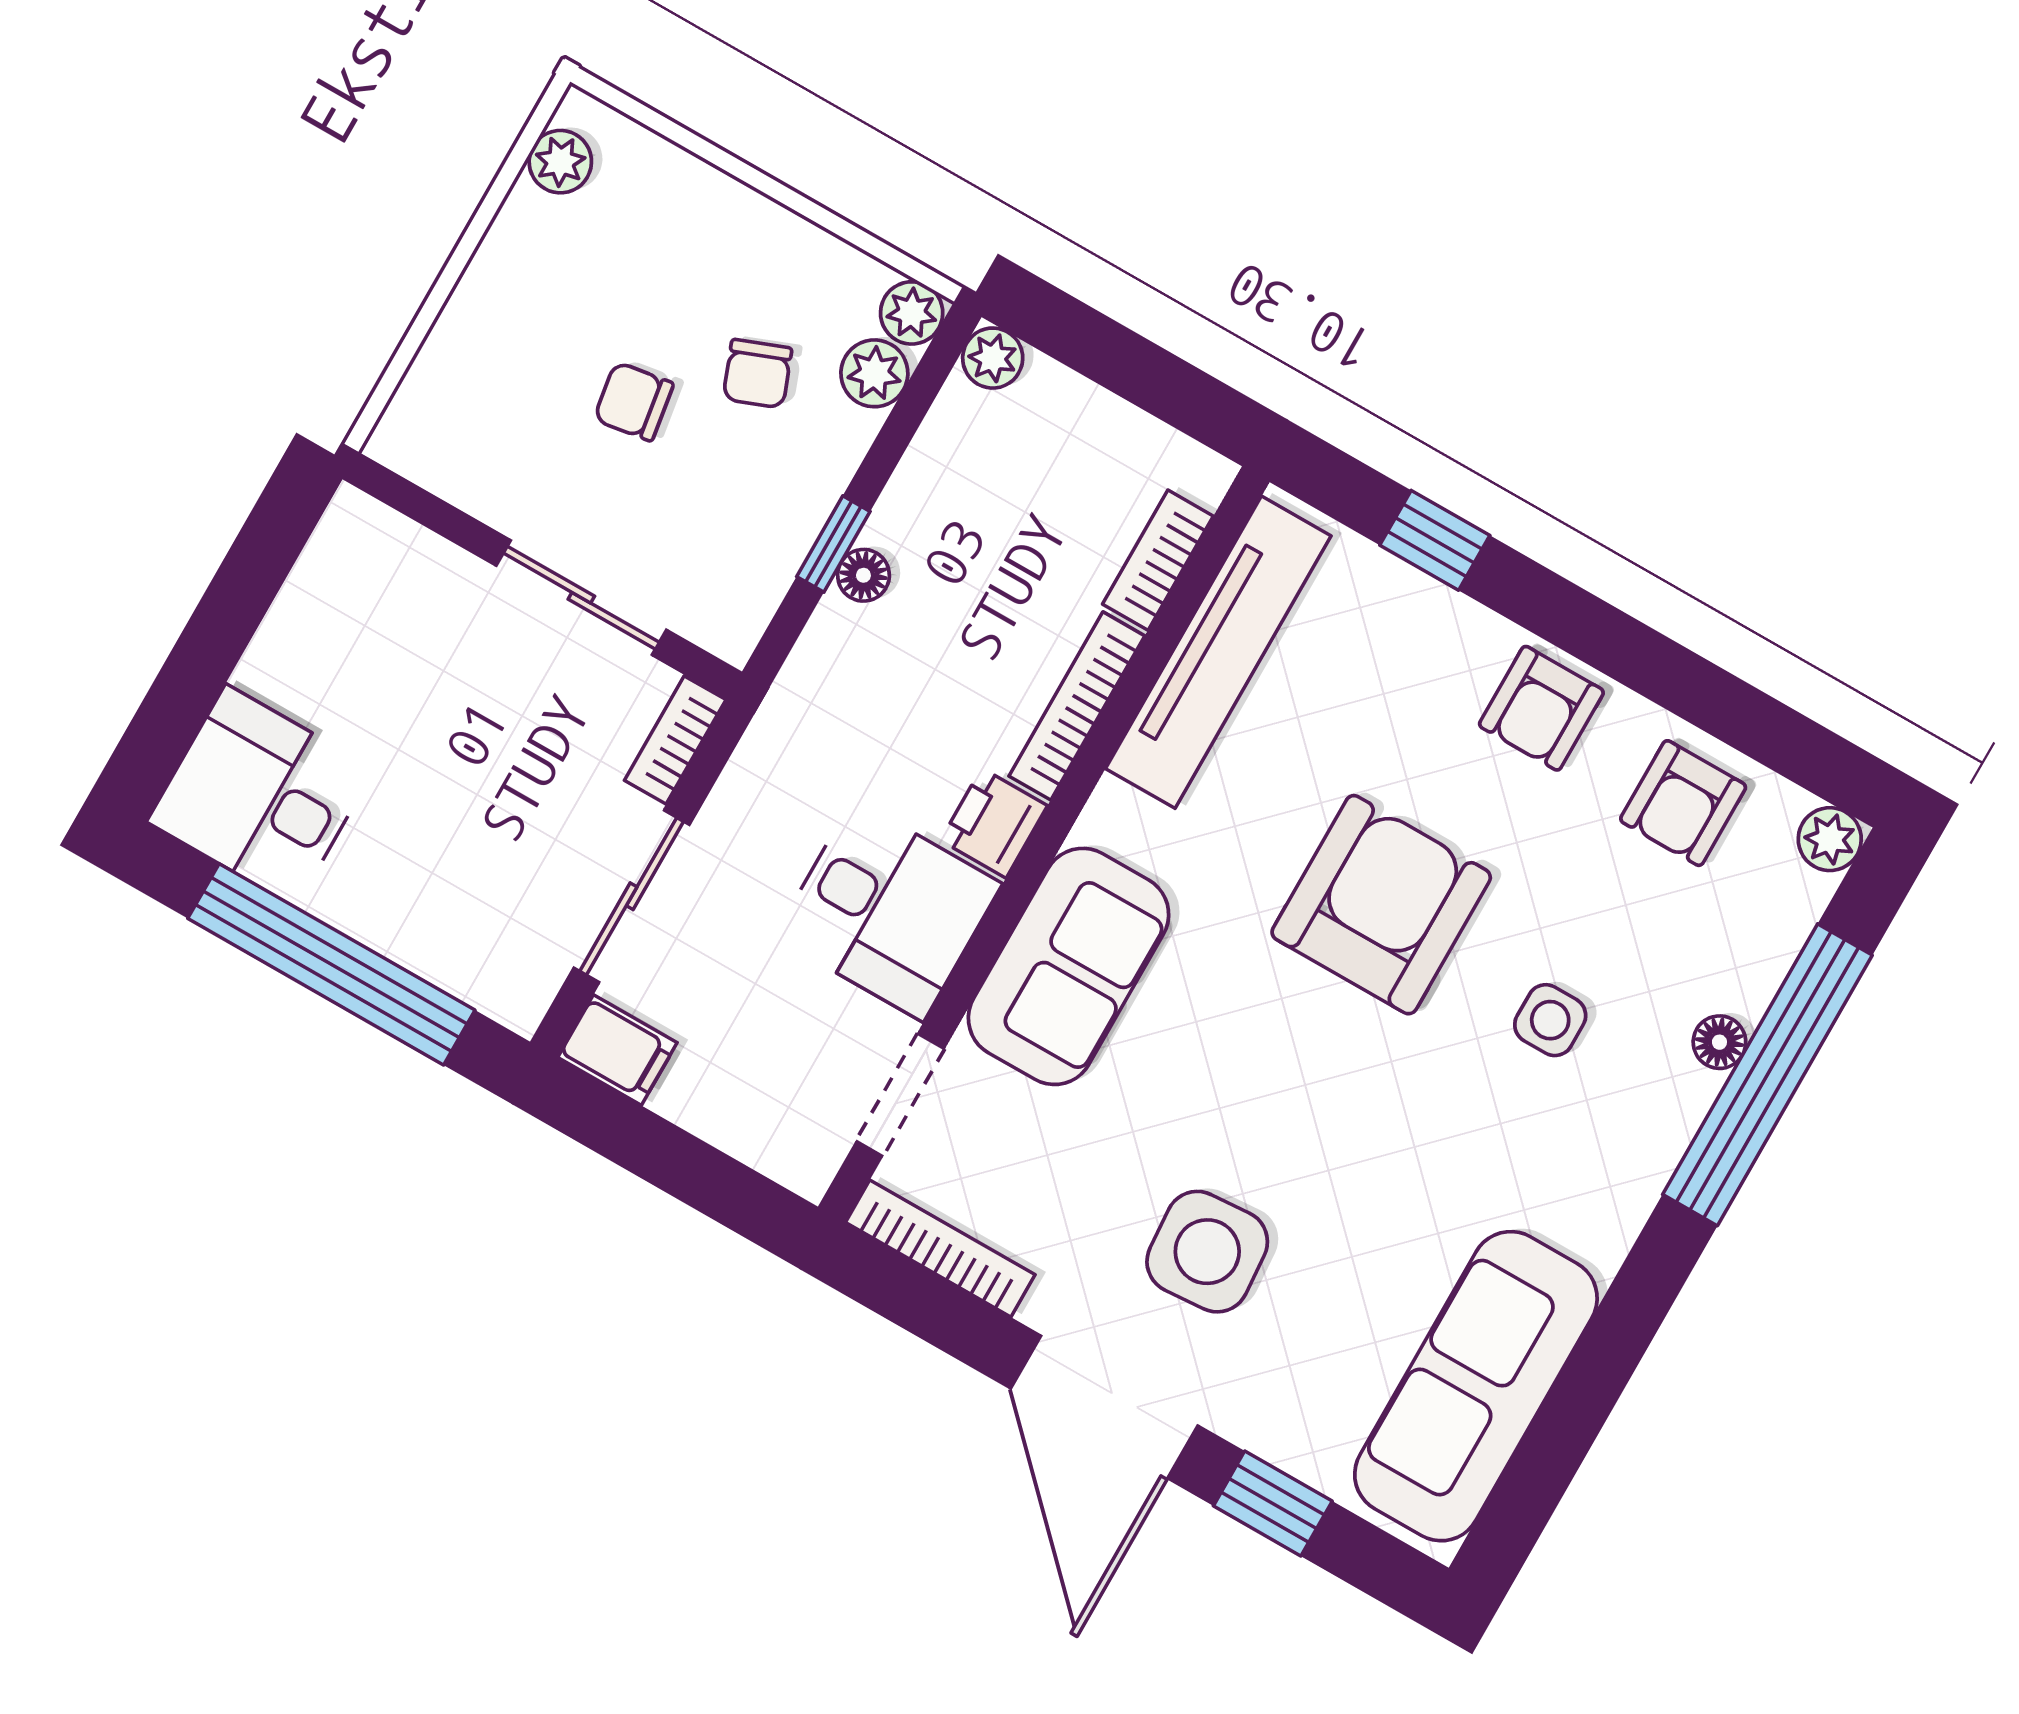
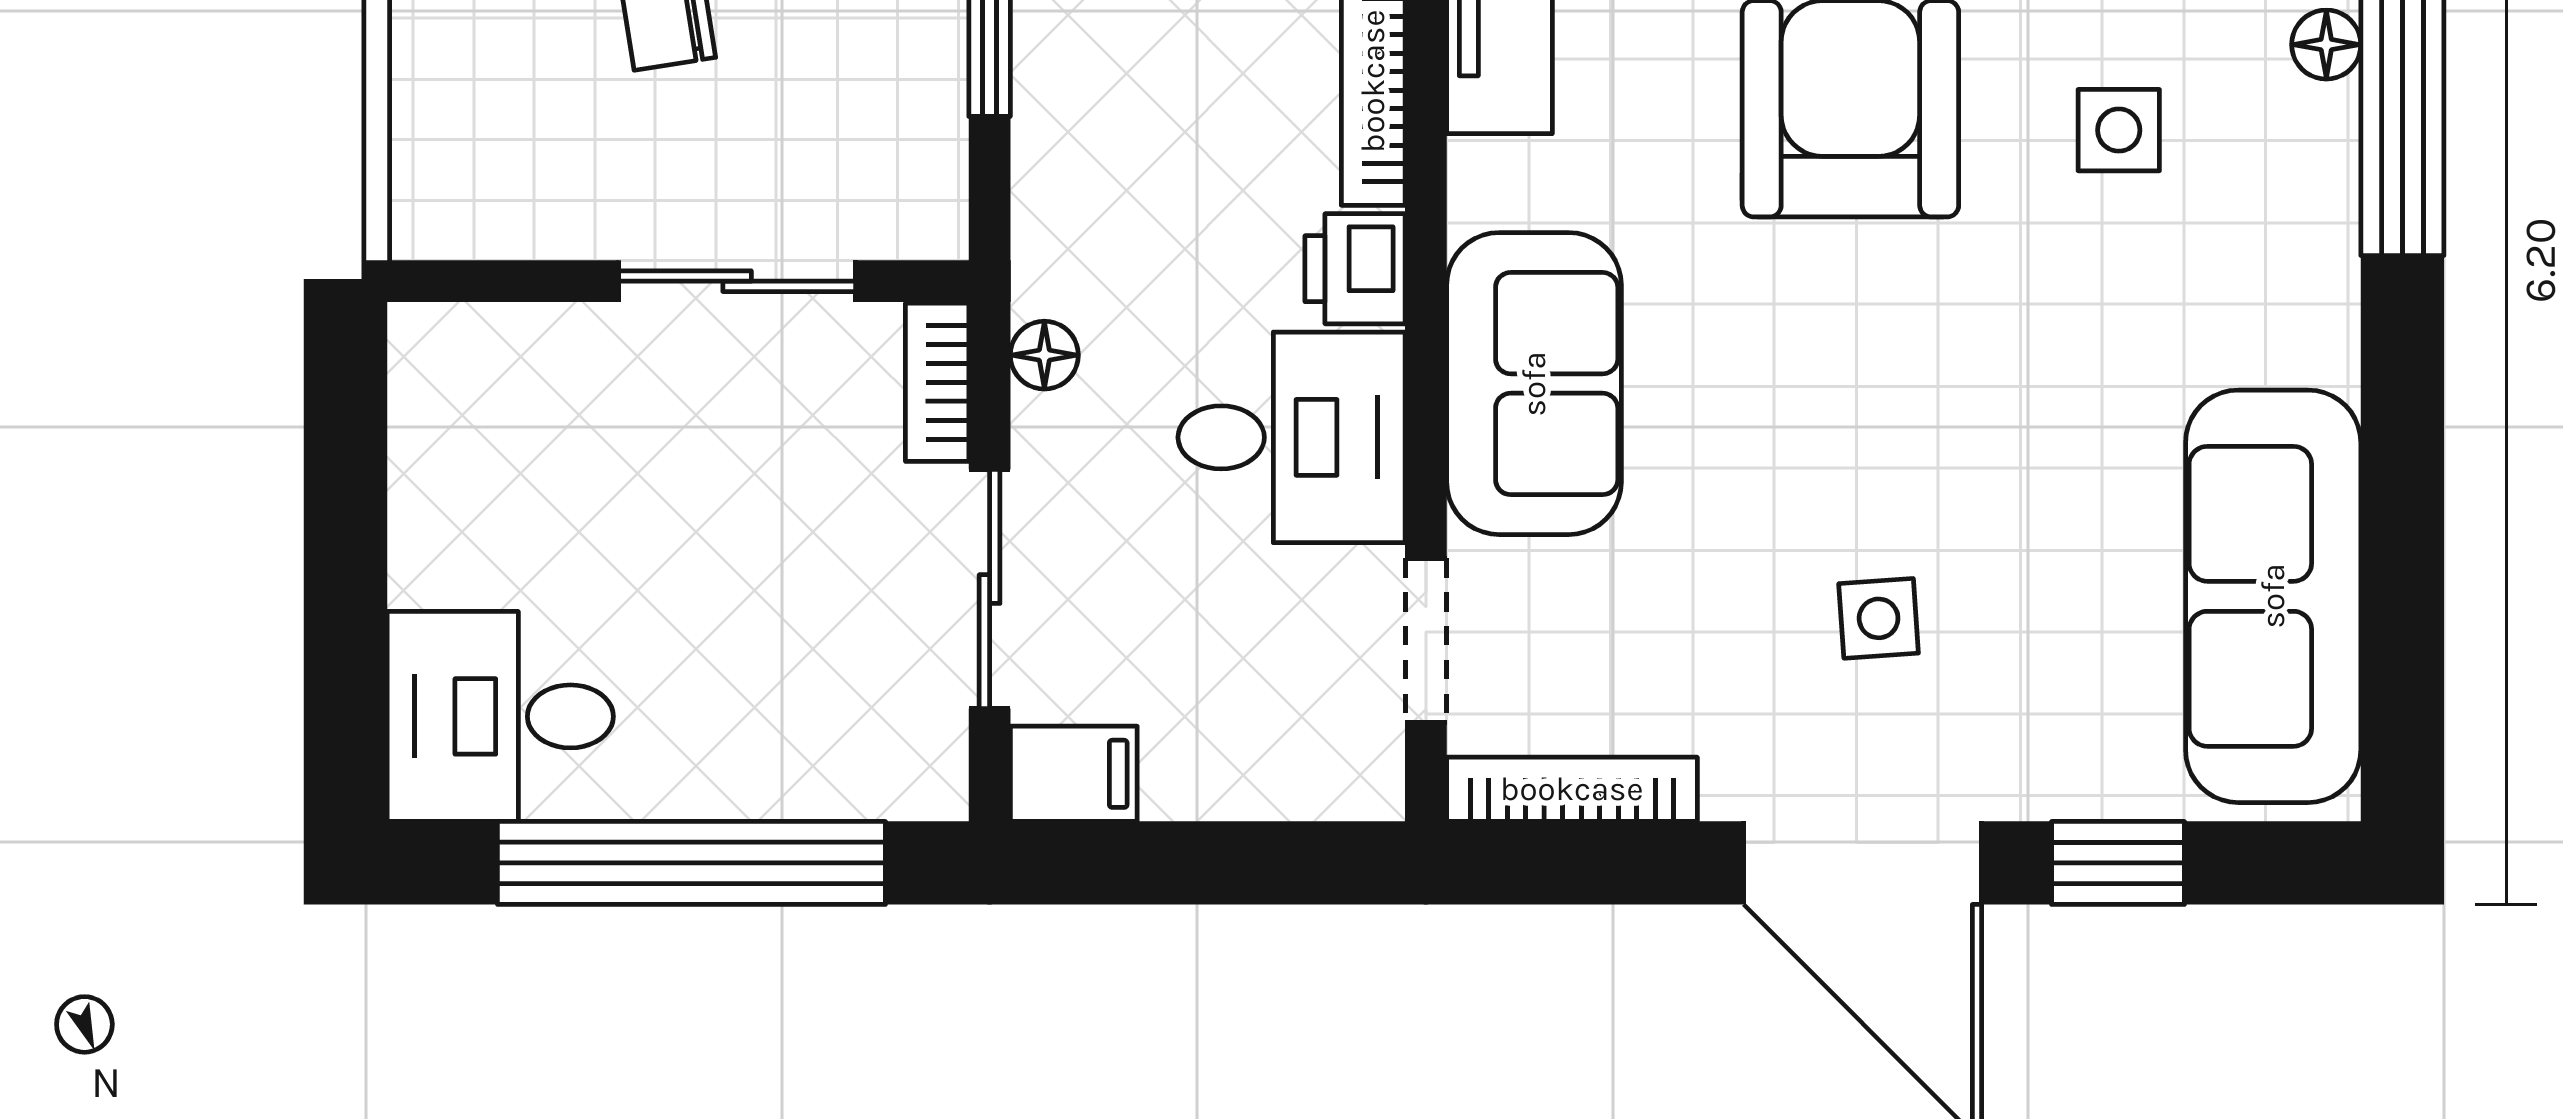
floor lamp: (863, 575) -> (1044, 355), moved
side table: (1207, 1252) -> (1879, 618), width x0.54, depth x0.54

